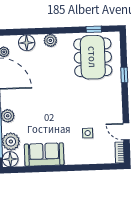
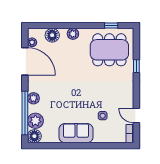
dining table: (93, 57) -> (109, 50), turned 90
sofa: (44, 155) -> (76, 133), moved

